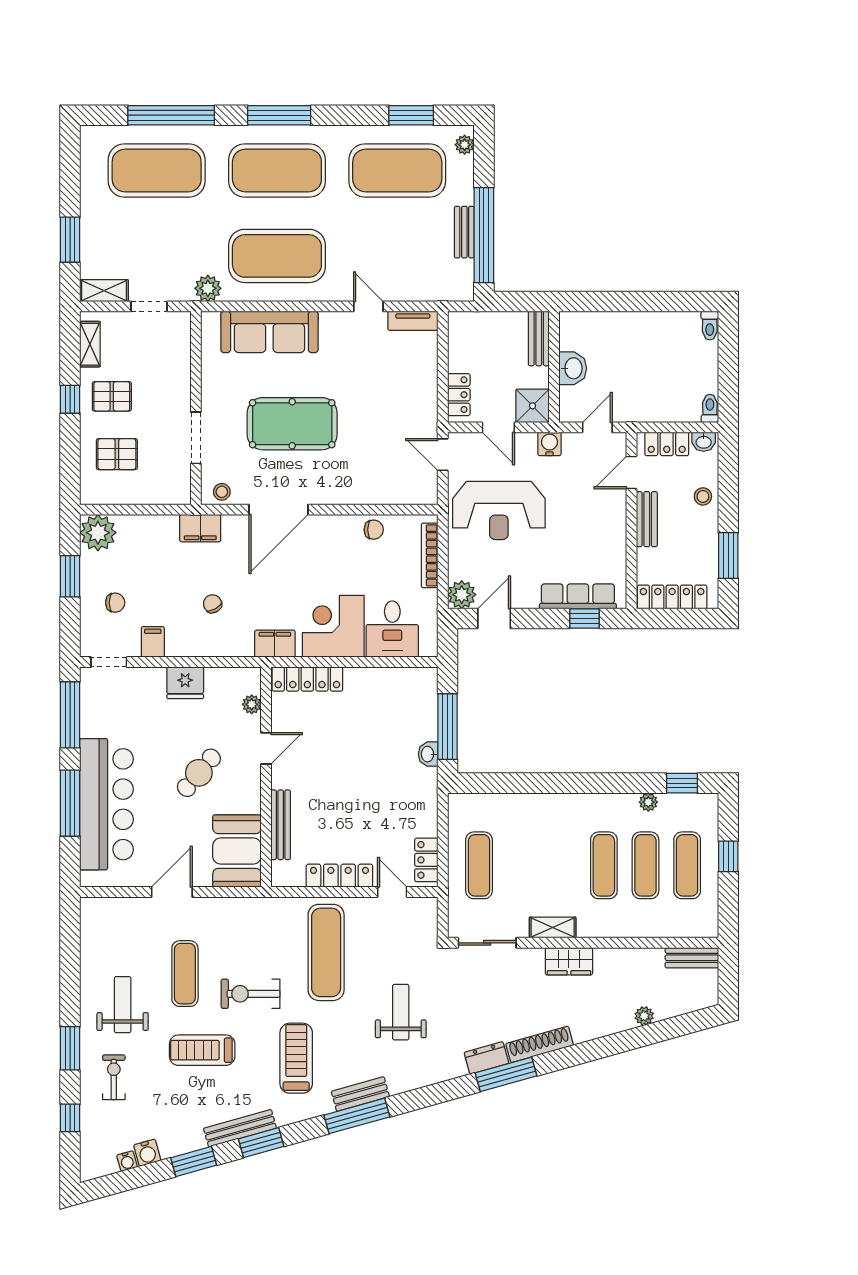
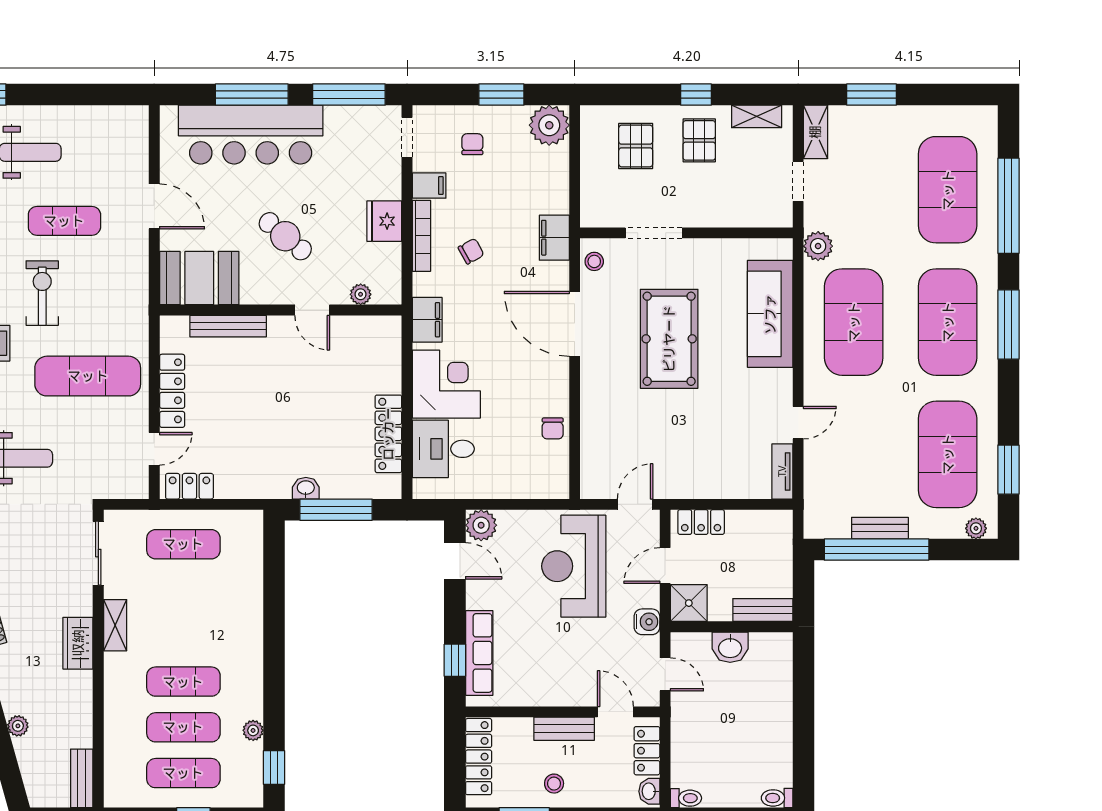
stool: (703, 496) -> (554, 784), moved
bookcase: (430, 555) -> (421, 236), moved, turned 90
chair: (115, 603) -> (472, 144), turned 180
locker: (307, 679) -> (388, 434), moved

